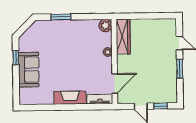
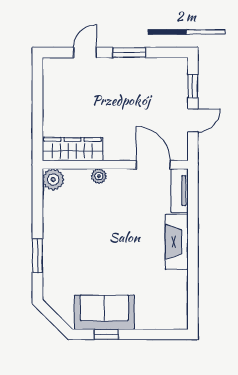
sofa: (29, 70) -> (104, 312), moved

